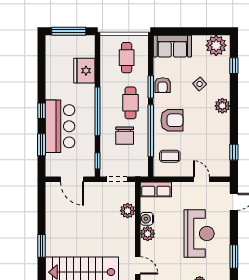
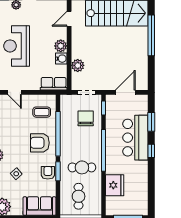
cafe table: (130, 103) -> (82, 167), moved, turned 90
chair: (125, 136) -> (86, 118), moved
door: (72, 179) -> (125, 92), hinge flipped
window: (42, 246) -> (151, 35), width x2.11
door: (138, 265) -> (69, 19), hinge flipped

